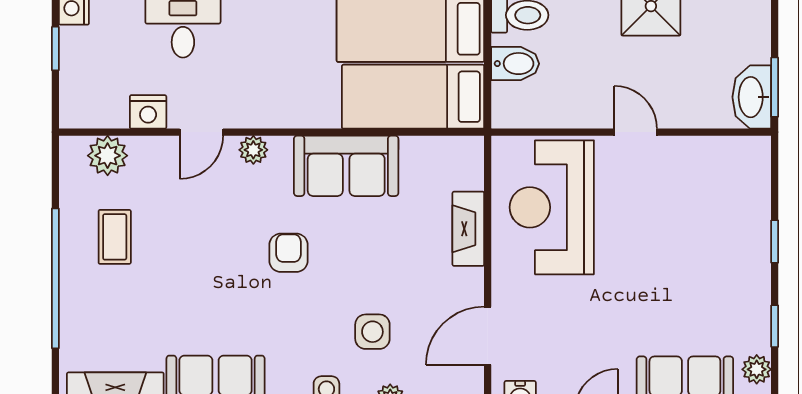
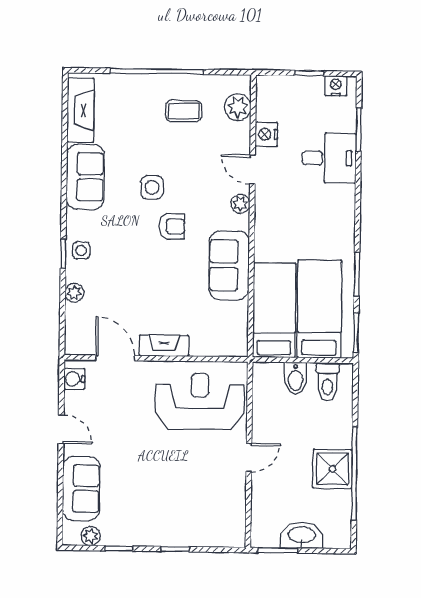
washbasin: (752, 97) -> (302, 536), moved
fireplace: (468, 229) -> (164, 346), moved
side table: (372, 332) -> (152, 187), moved

